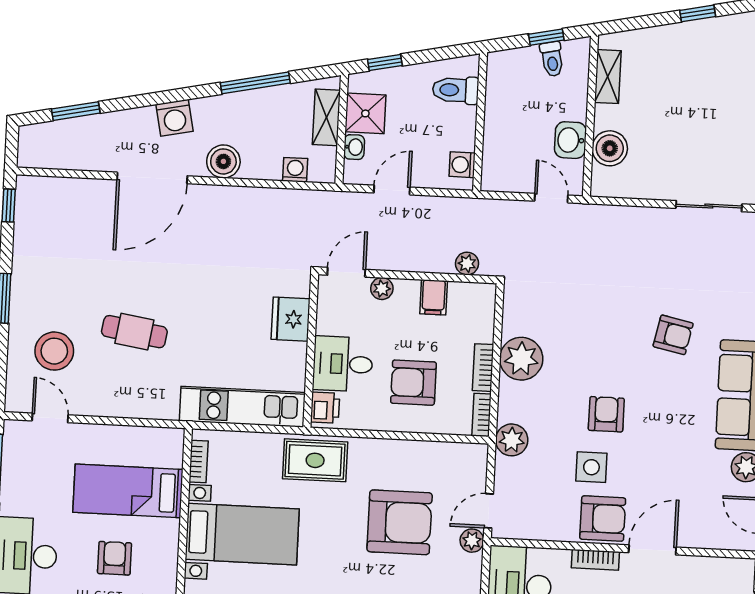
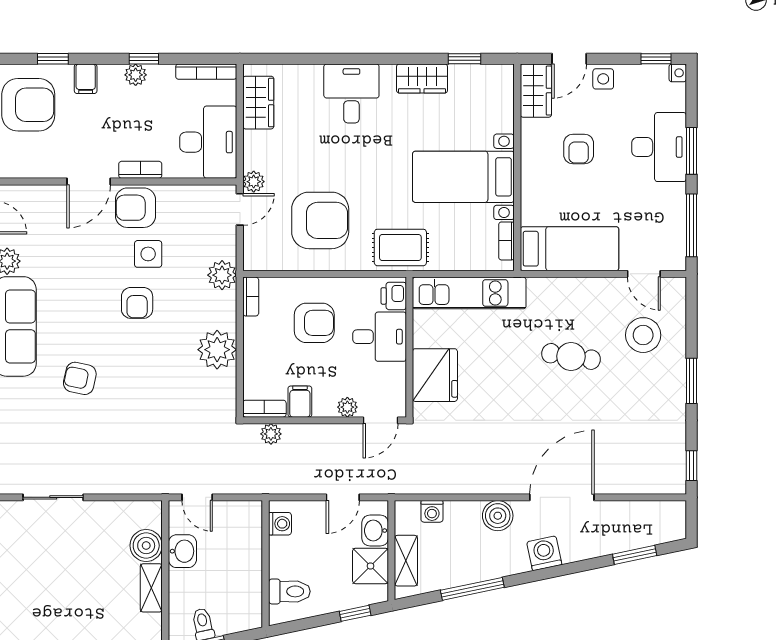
shelving: (608, 77) -> (151, 588), moved
washbasin: (354, 147) -> (375, 531), width x1.38, depth x1.45
fridge: (291, 319) -> (435, 375), width x1.36, depth x1.34
bookcase: (483, 368) -> (264, 409), moved, turned -90
bed: (128, 491) -> (570, 249), moved
armchair: (400, 522) -> (320, 220), moved, turned 180

